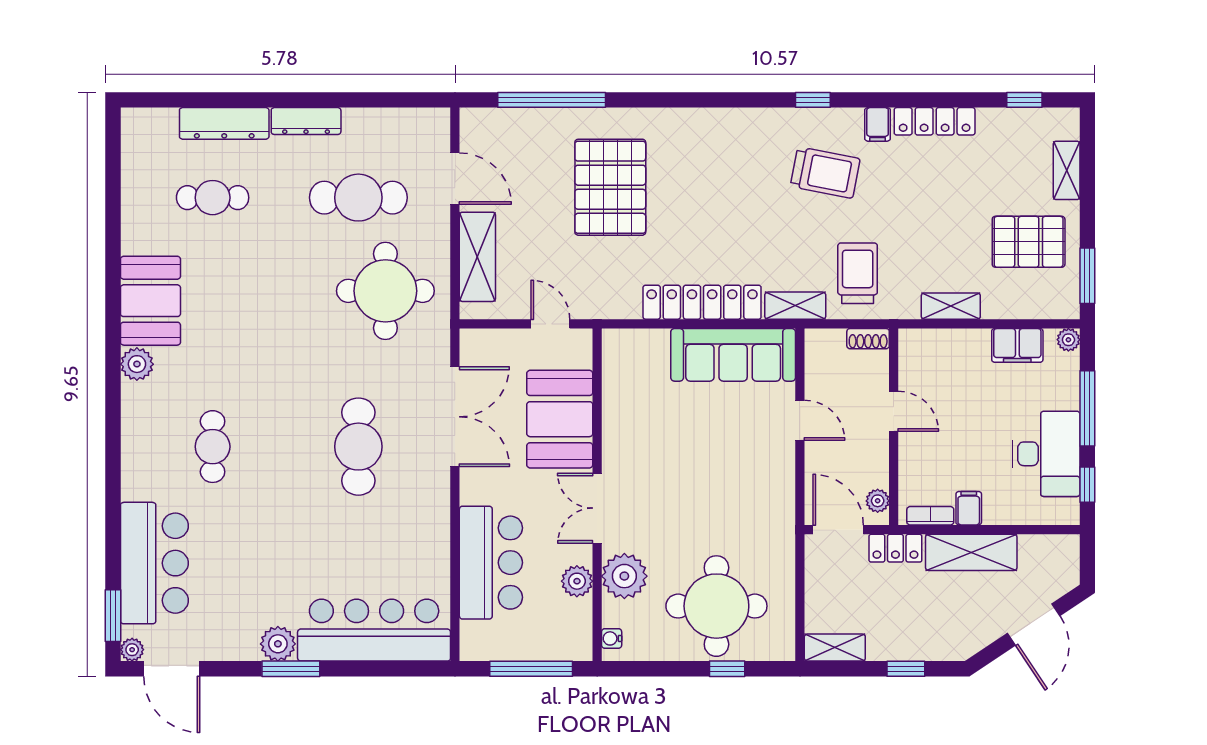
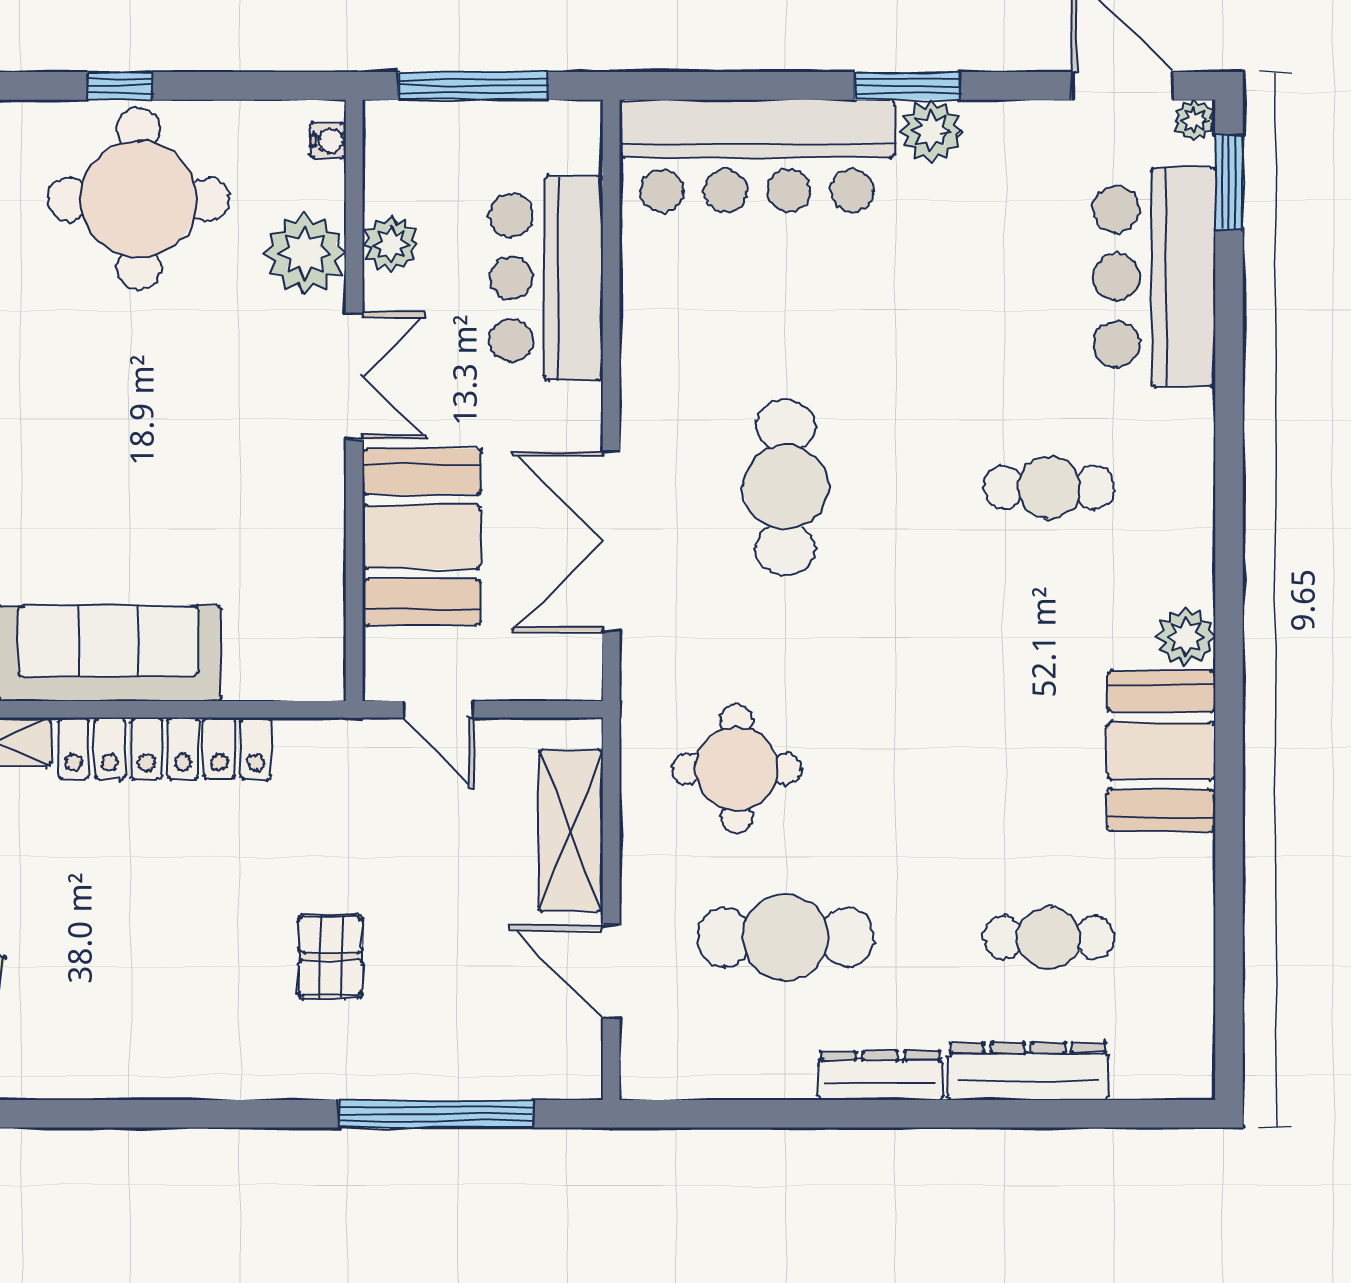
pallet: (610, 187) -> (330, 956), width x0.49, depth x0.50
round table: (385, 291) -> (737, 769), width x0.73, depth x0.73
cafe table: (213, 447) -> (1049, 487), turned 90

